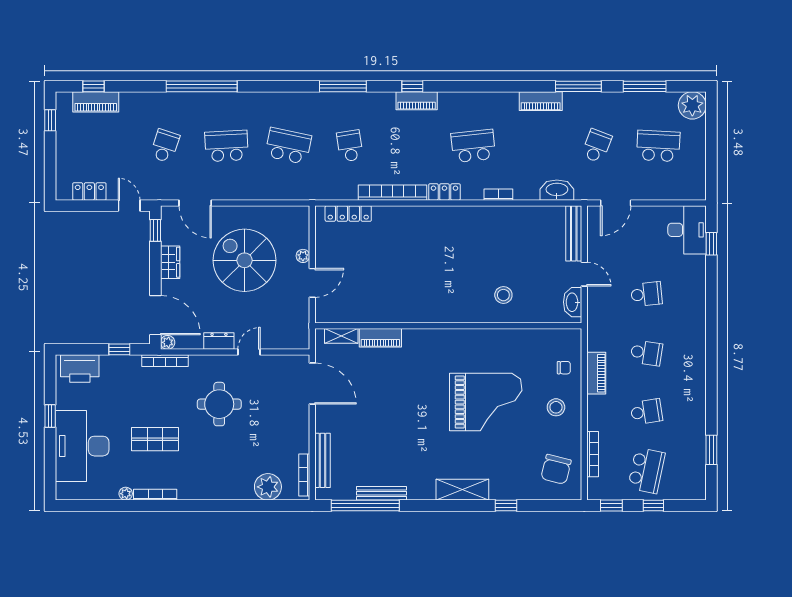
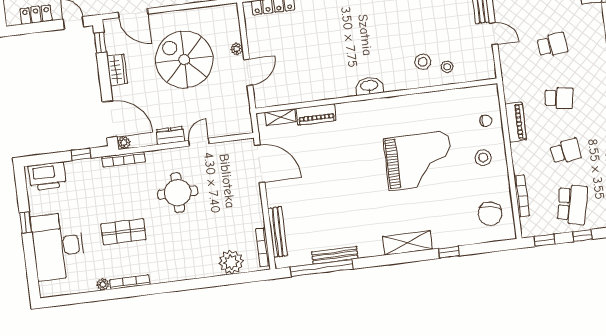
washbasin: (573, 302) -> (369, 86), moved, turned 90
stool: (529, 304) -> (447, 67), added

